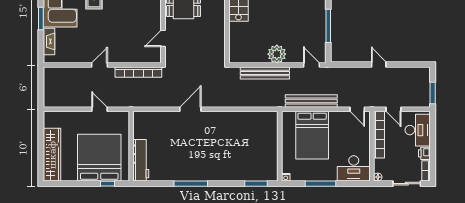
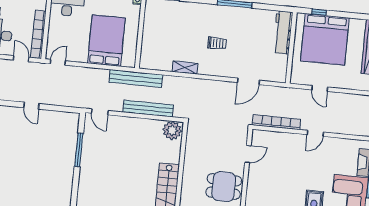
plant: (277, 54) -> (172, 130), moved
bench: (311, 101) -> (136, 79), moved
door: (190, 109) -> (248, 81), moved
door: (357, 109) -> (58, 62), hinge flipped
shelving: (233, 117) -> (185, 68), added
trolley: (204, 143) -> (217, 43), added

